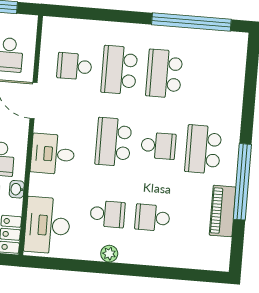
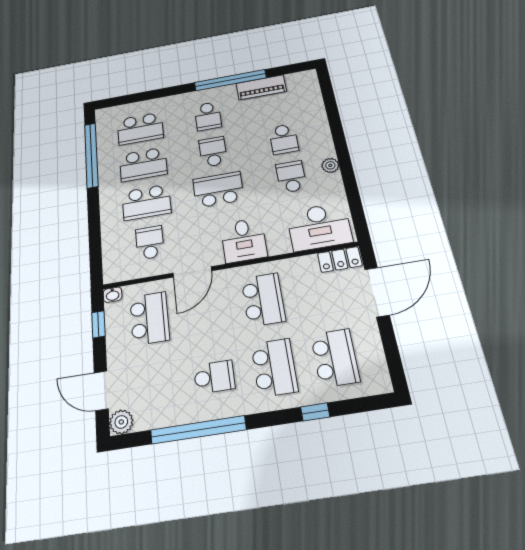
school desk: (74, 66) -> (150, 243), turned 180
school desk: (209, 77) -> (140, 129), added
school desk: (113, 142) -> (218, 190), turned 180
school desk: (203, 149) -> (208, 116), width x0.54
washbasin: (17, 189) -> (113, 295), moved

